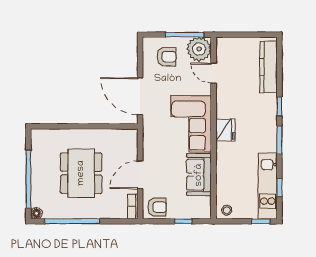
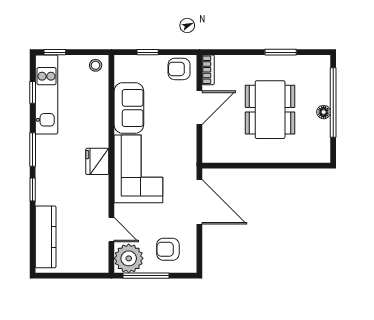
floor lamp: (36, 213) -> (324, 112), moved
window: (72, 221) -> (281, 52), width x0.47

